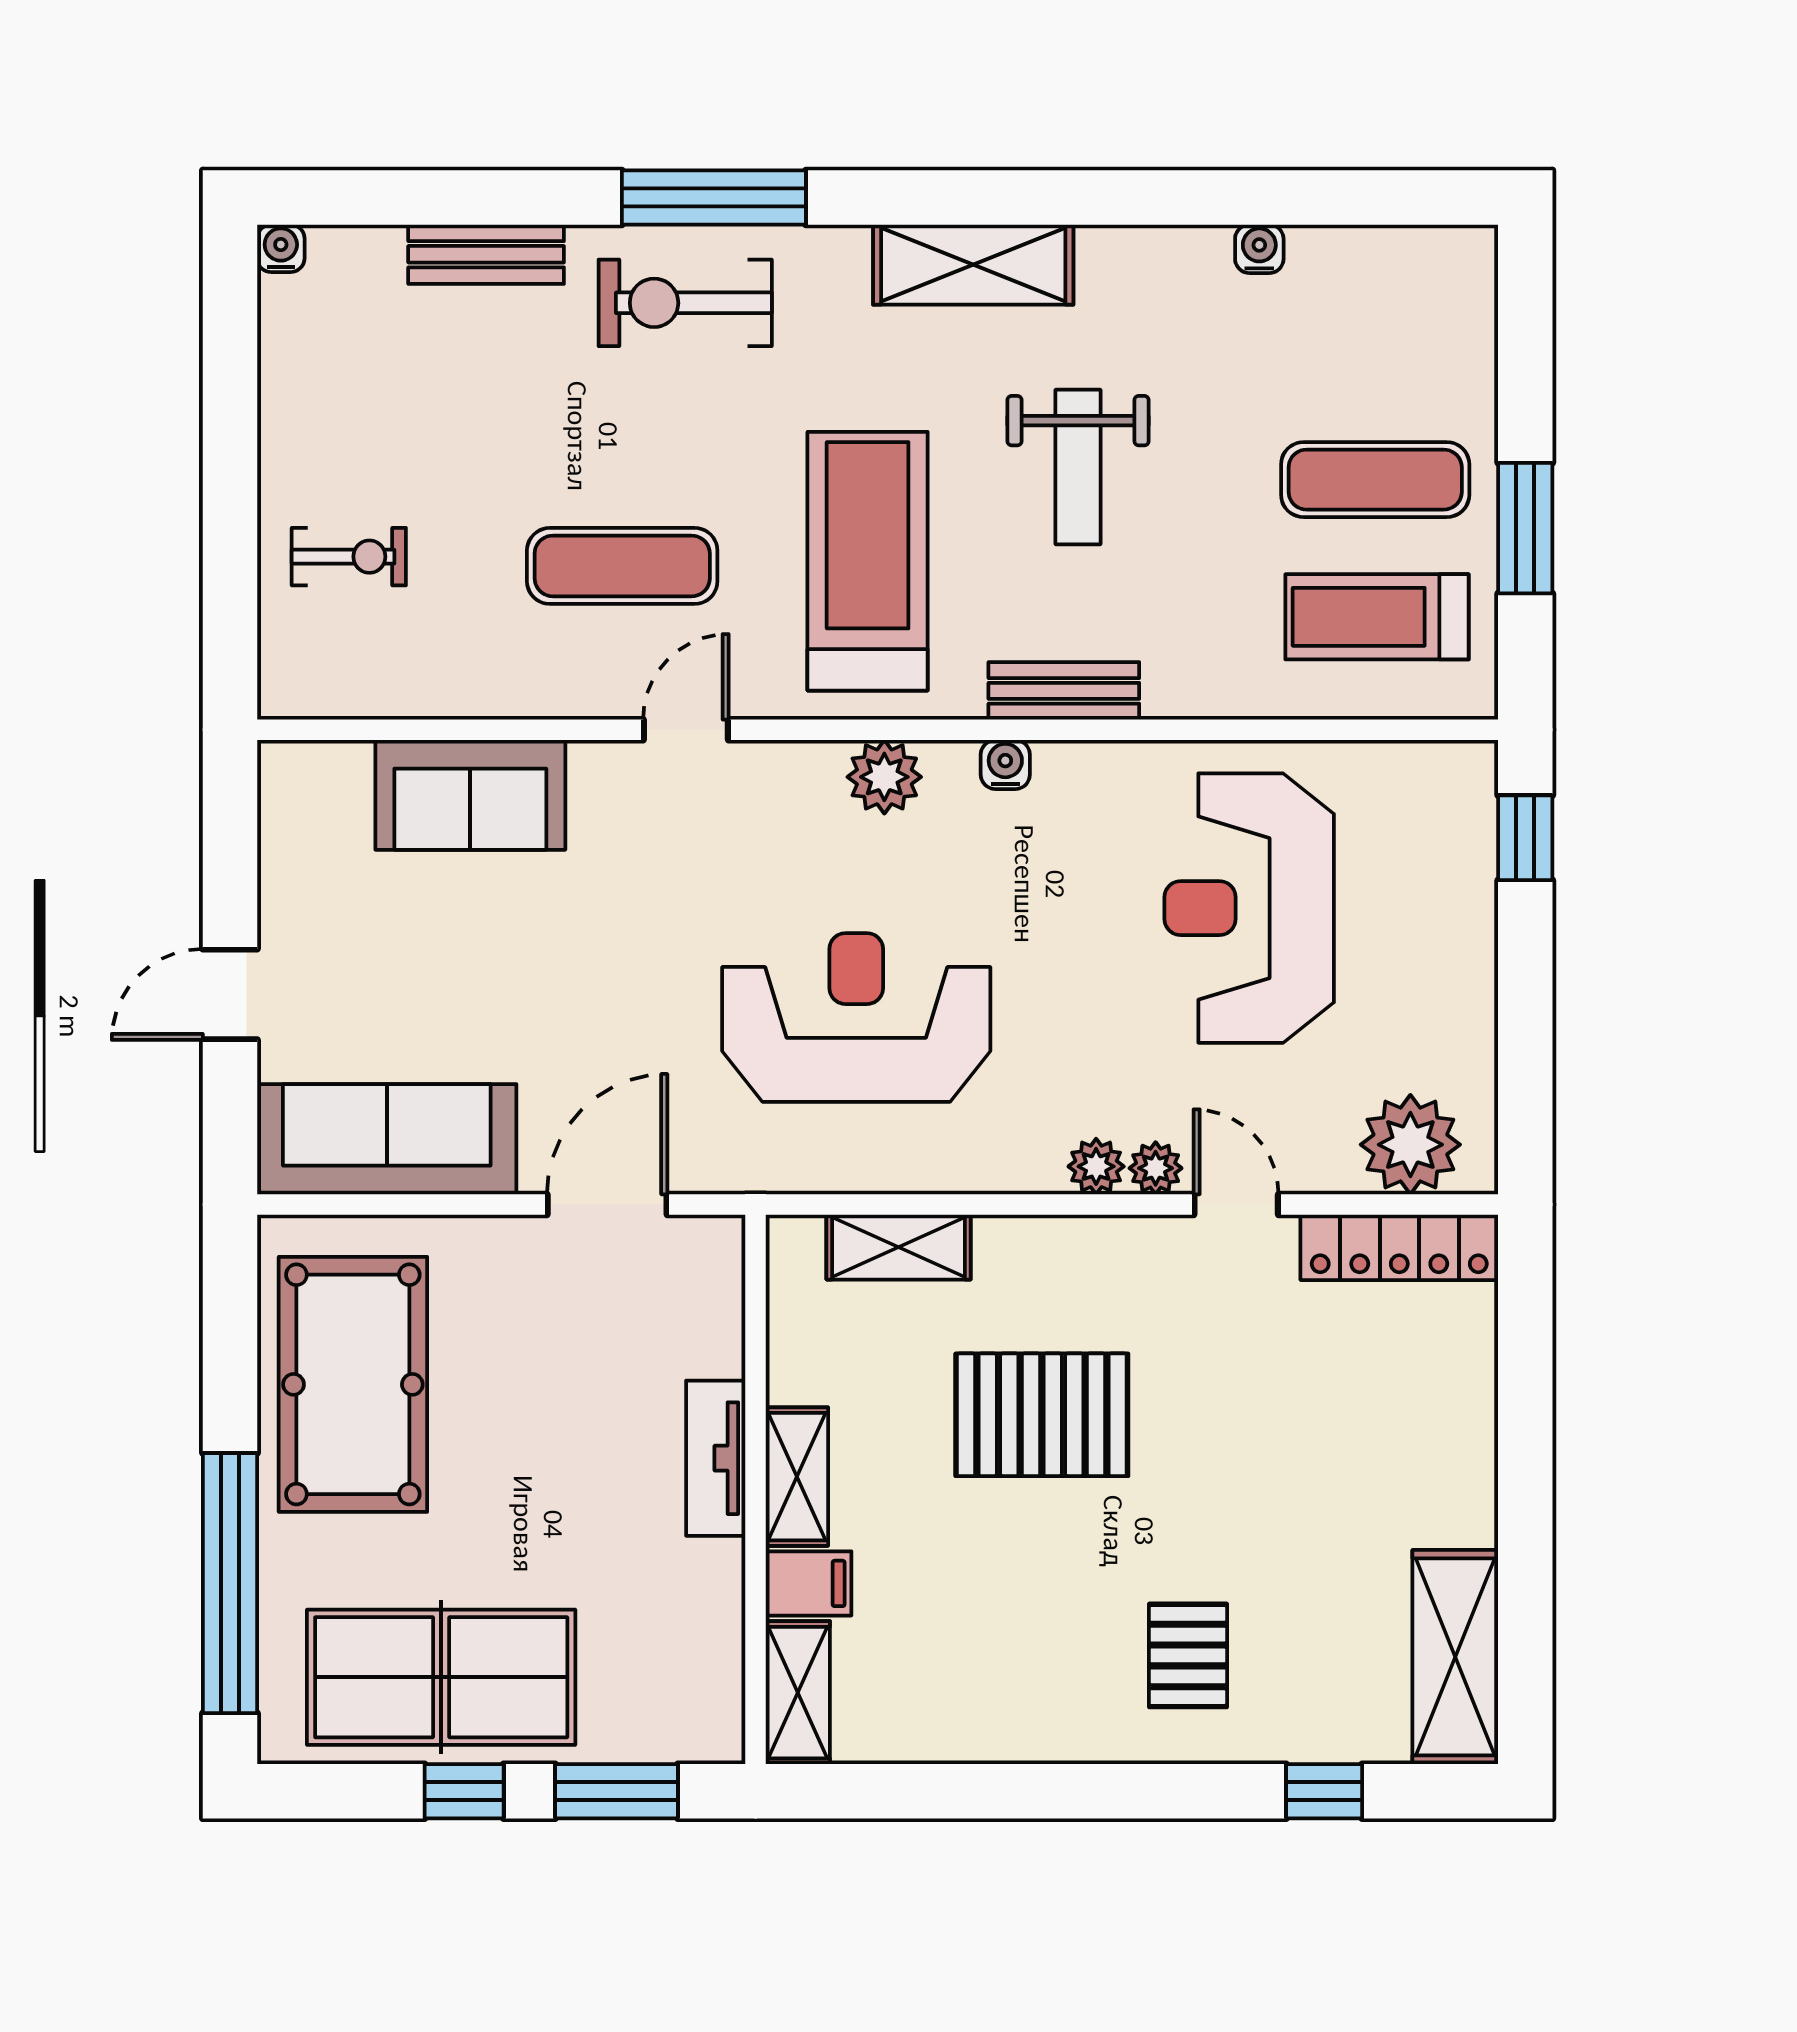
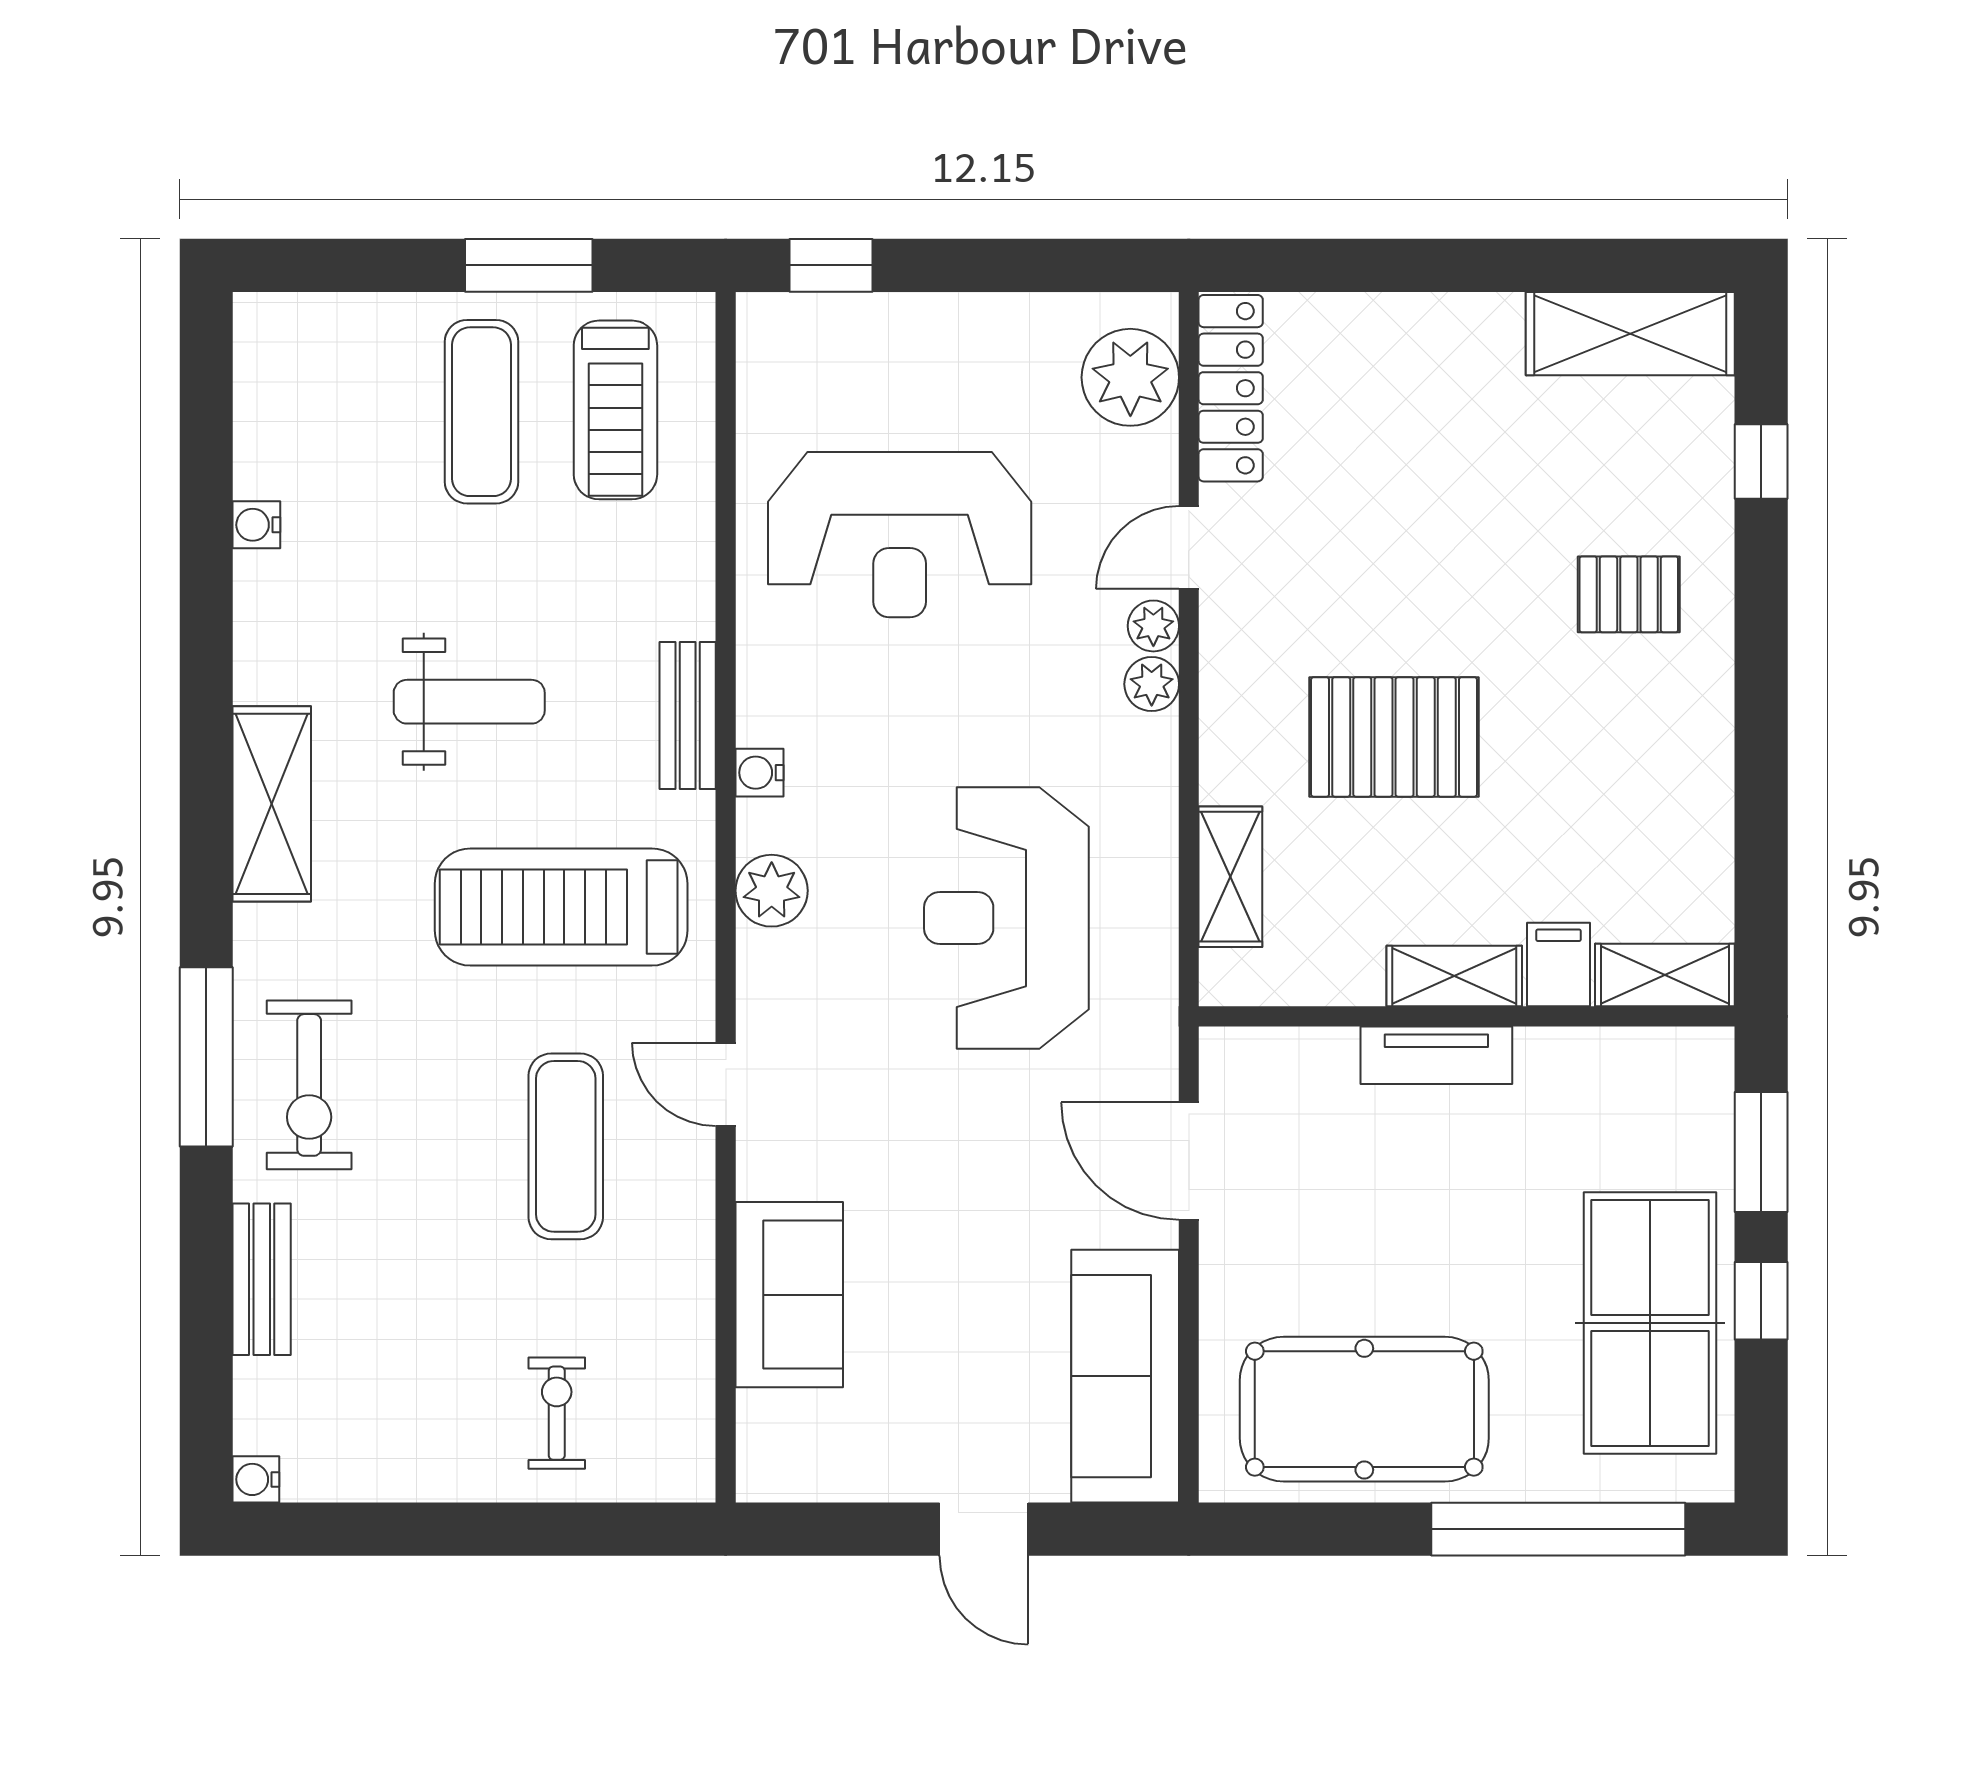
pallet: (1042, 1415) -> (1394, 737), turned 90

